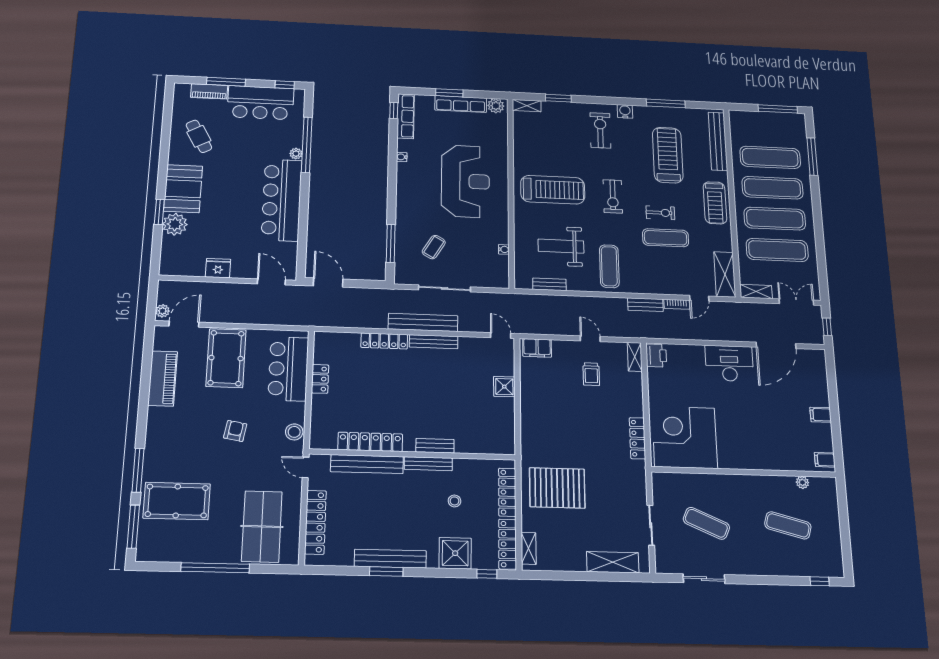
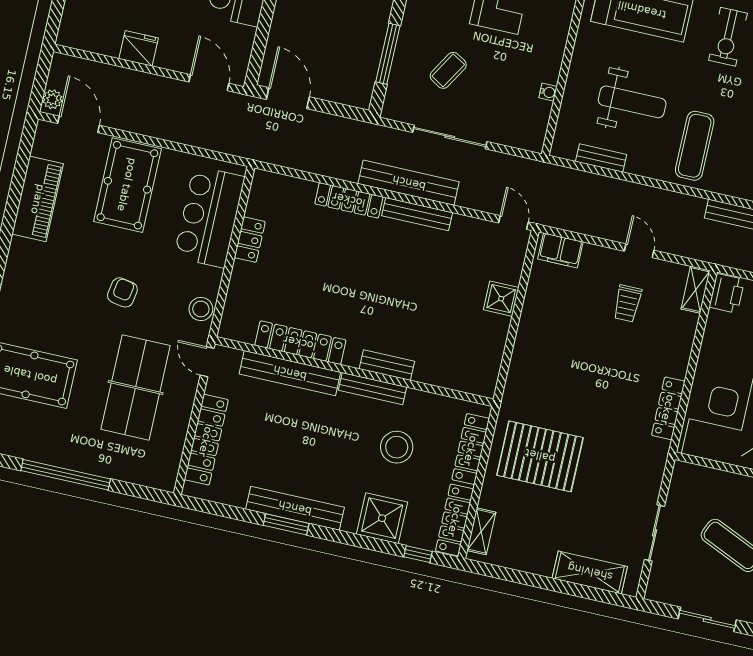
weight bench: (561, 246) -> (632, 102), turned 180
door: (184, 324) -> (79, 124), hinge flipped
stool: (454, 501) -> (397, 447), width x1.89, depth x1.89
table tennis table: (262, 526) -> (136, 387), moved

